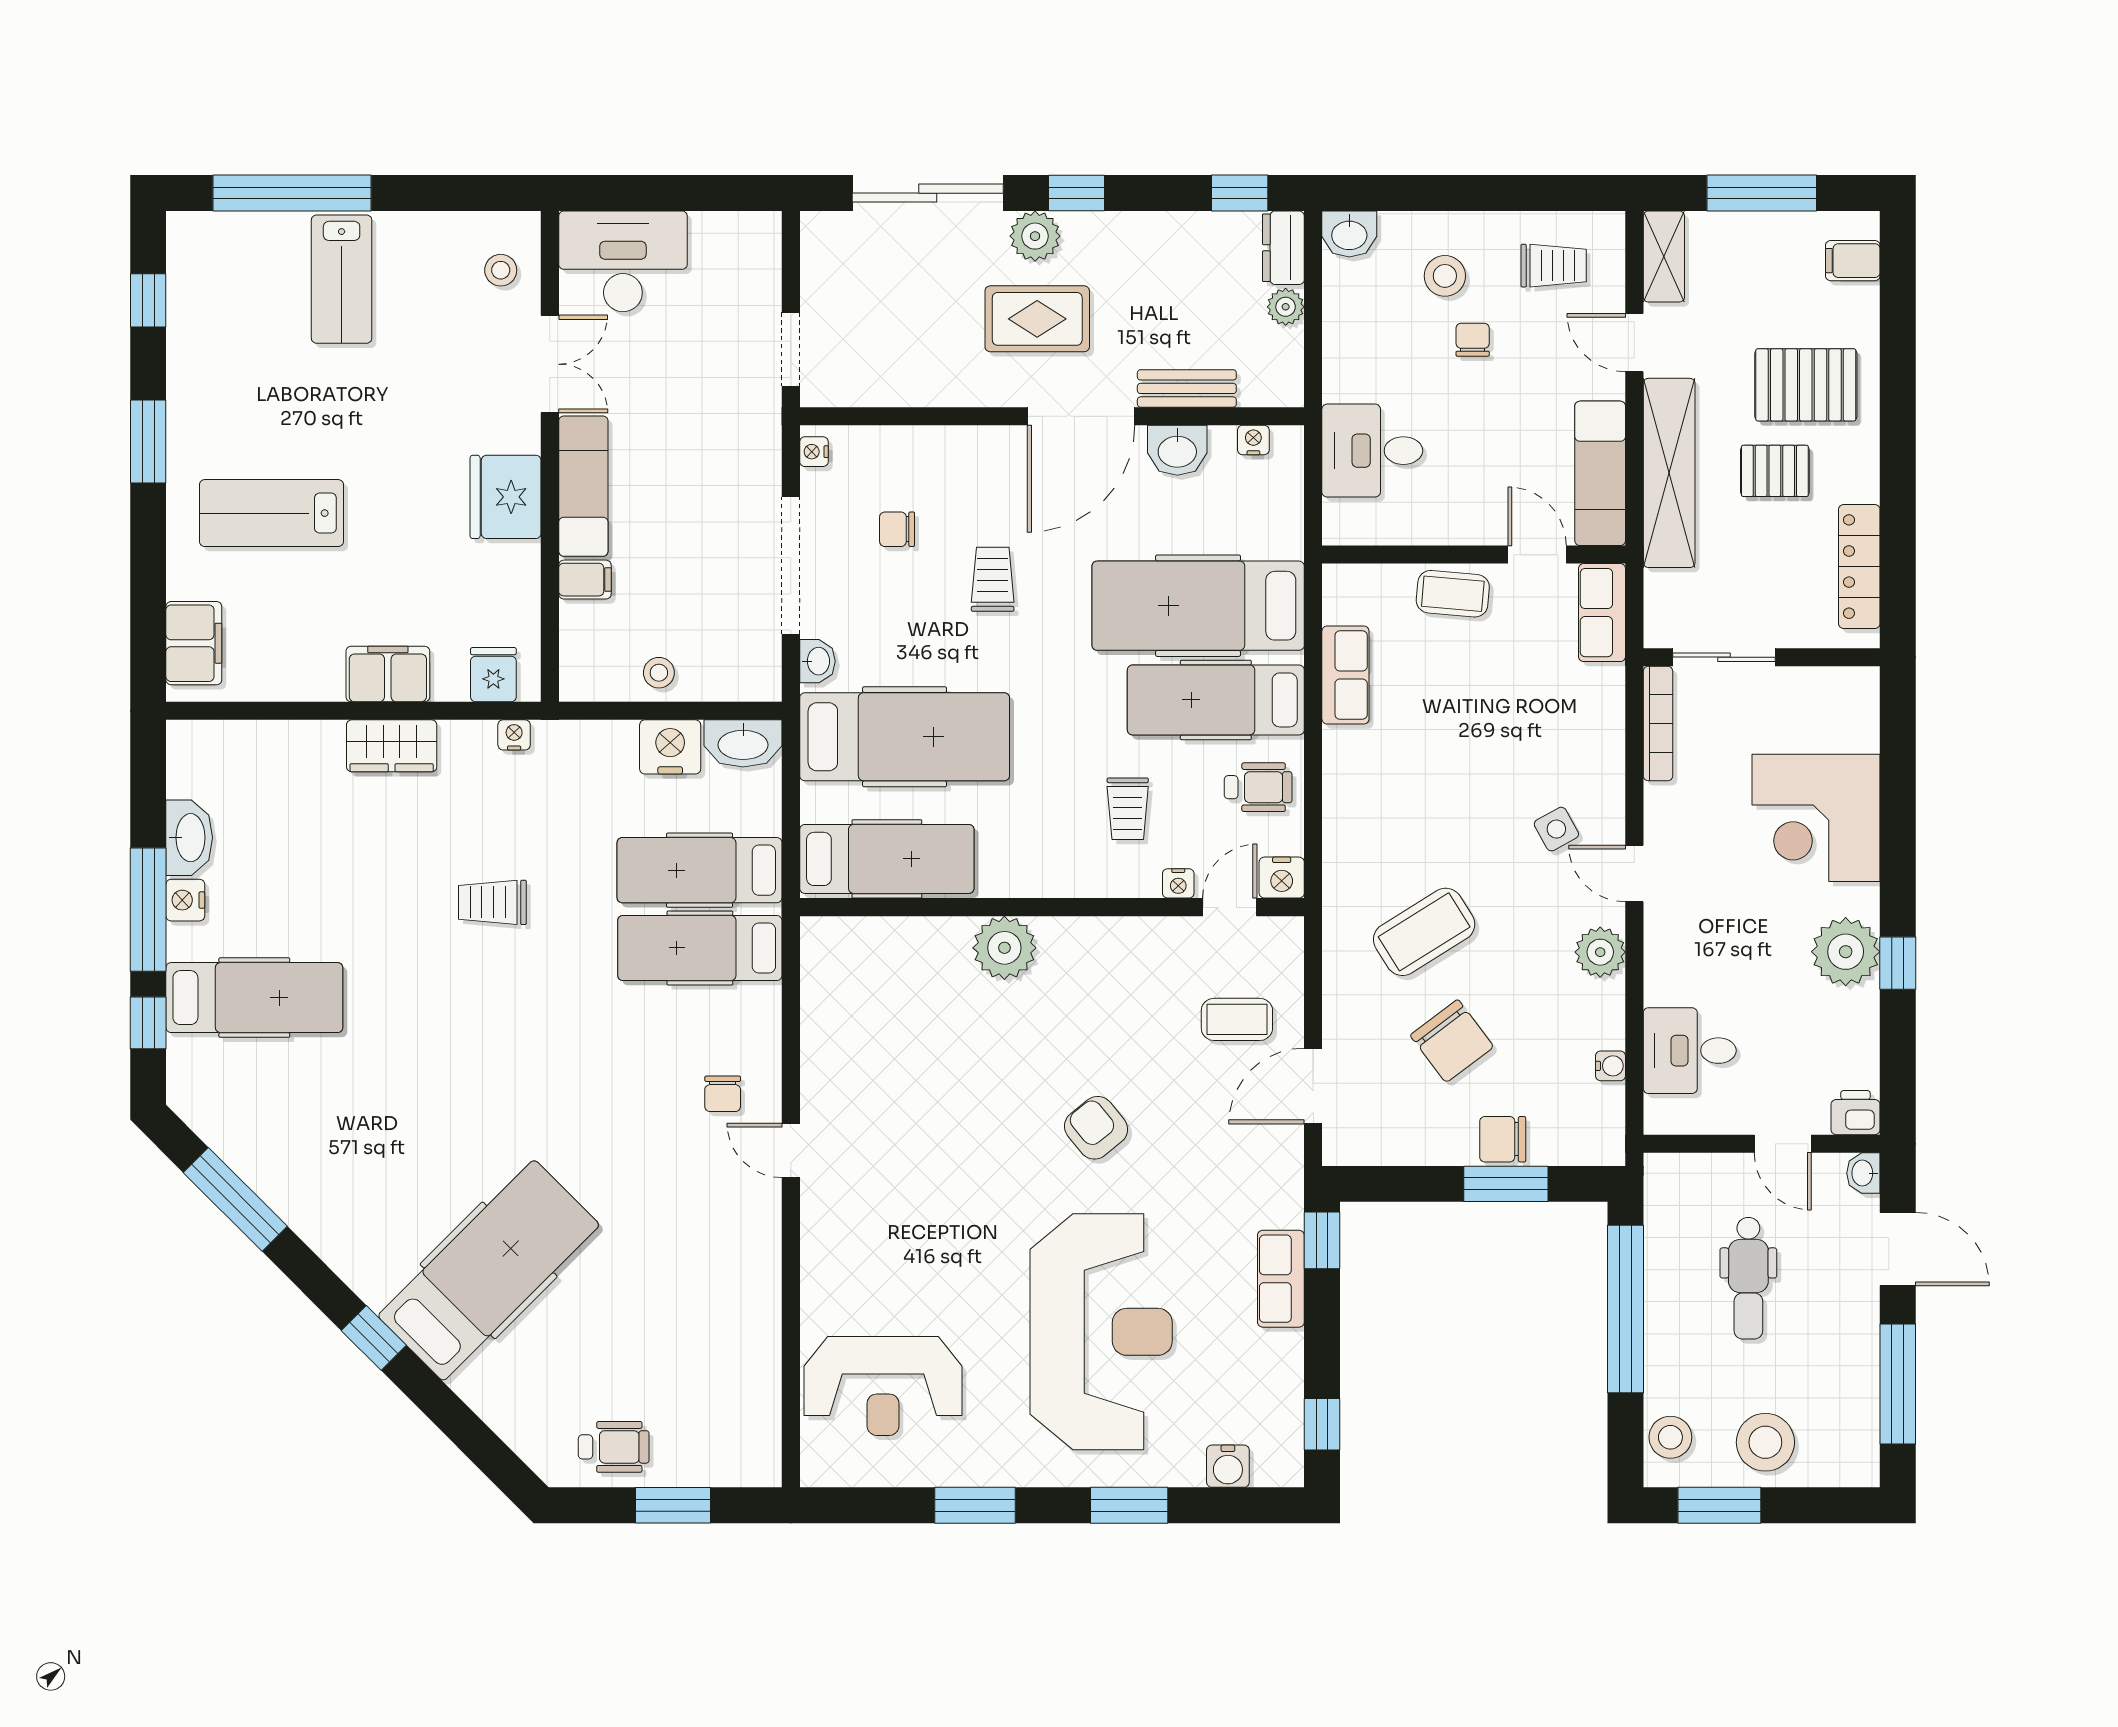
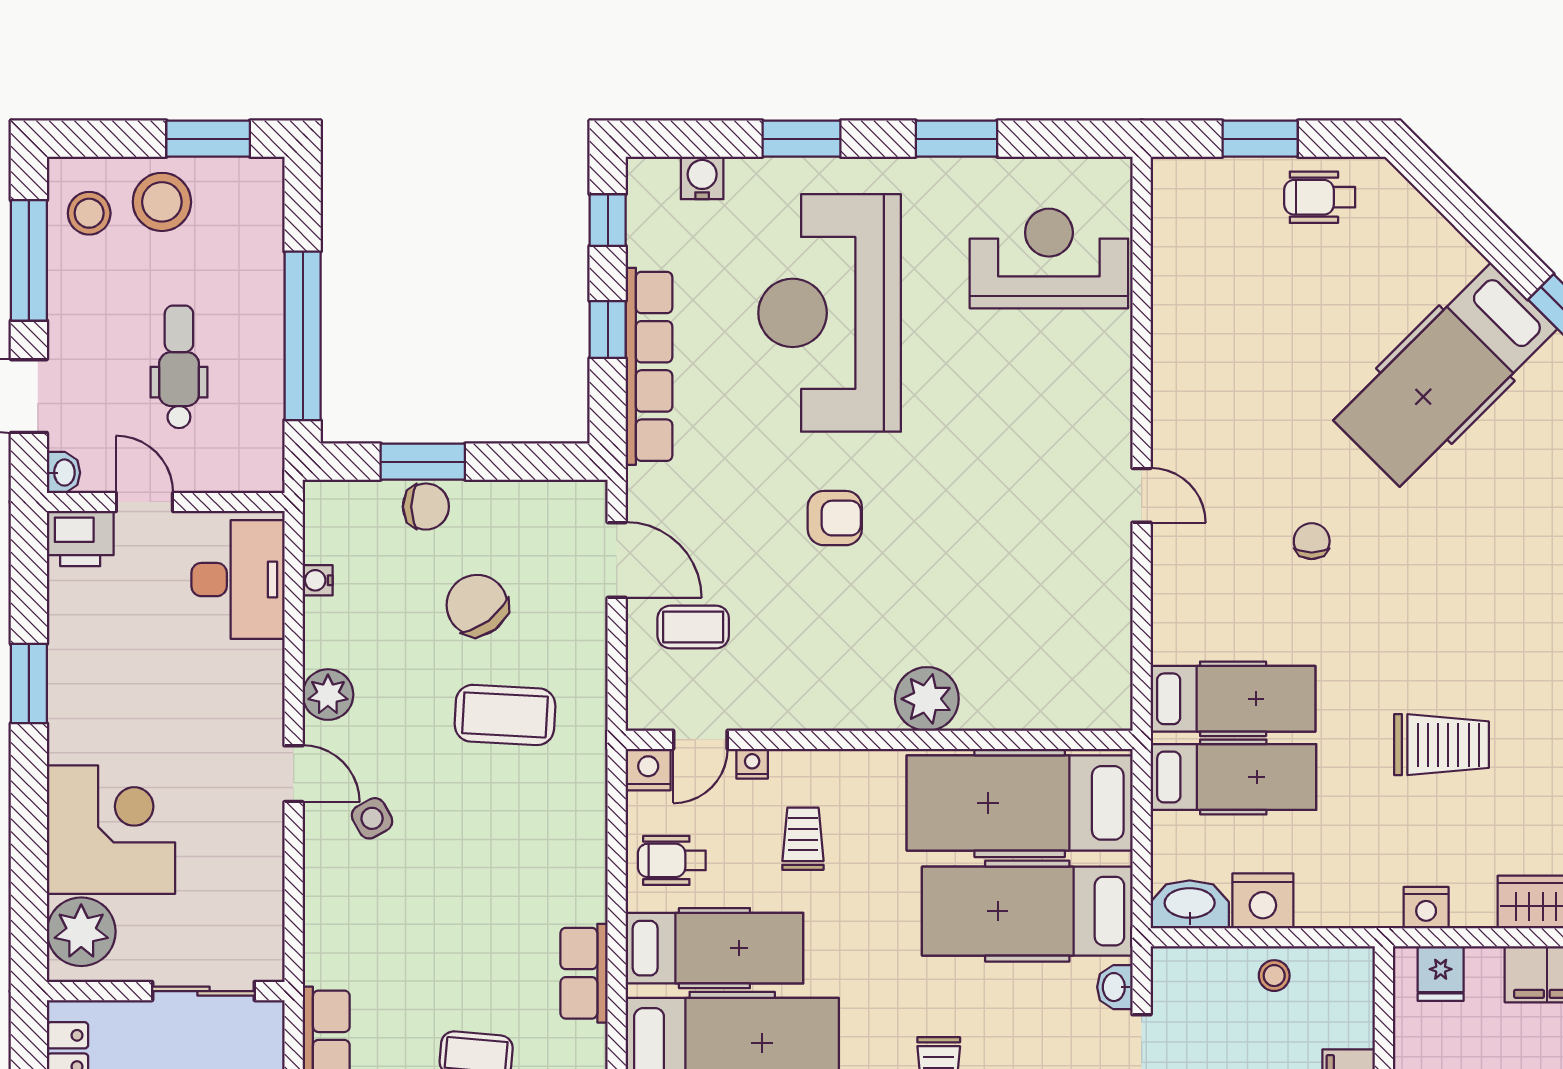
bookcase: (1658, 724) -> (270, 924), removed
nightstand: (514, 735) -> (1426, 908), width x1.39, depth x1.35
hospital bed: (887, 859) -> (1020, 803), width x1.37, depth x1.29
trolley: (492, 902) -> (1442, 745), width x1.36, depth x1.39
coffee table: (1424, 932) -> (505, 715), turned 35
plant: (1846, 952) -> (81, 932), moved
window: (1898, 963) -> (29, 684), width x1.50
desk: (1690, 1051) -> (238, 580), width x1.37
door: (1313, 1086) -> (617, 560), hinge flipped
chair: (723, 1094) -> (1312, 541), moved
printer: (1856, 1113) -> (80, 539), width x1.36, depth x1.24
armchair: (1096, 1128) -> (835, 518), turned -51
window: (1322, 1240) -> (608, 330), moved
row of seats: (1281, 1279) -> (649, 366), width x2.02
stool: (1670, 1437) -> (89, 213), moved

